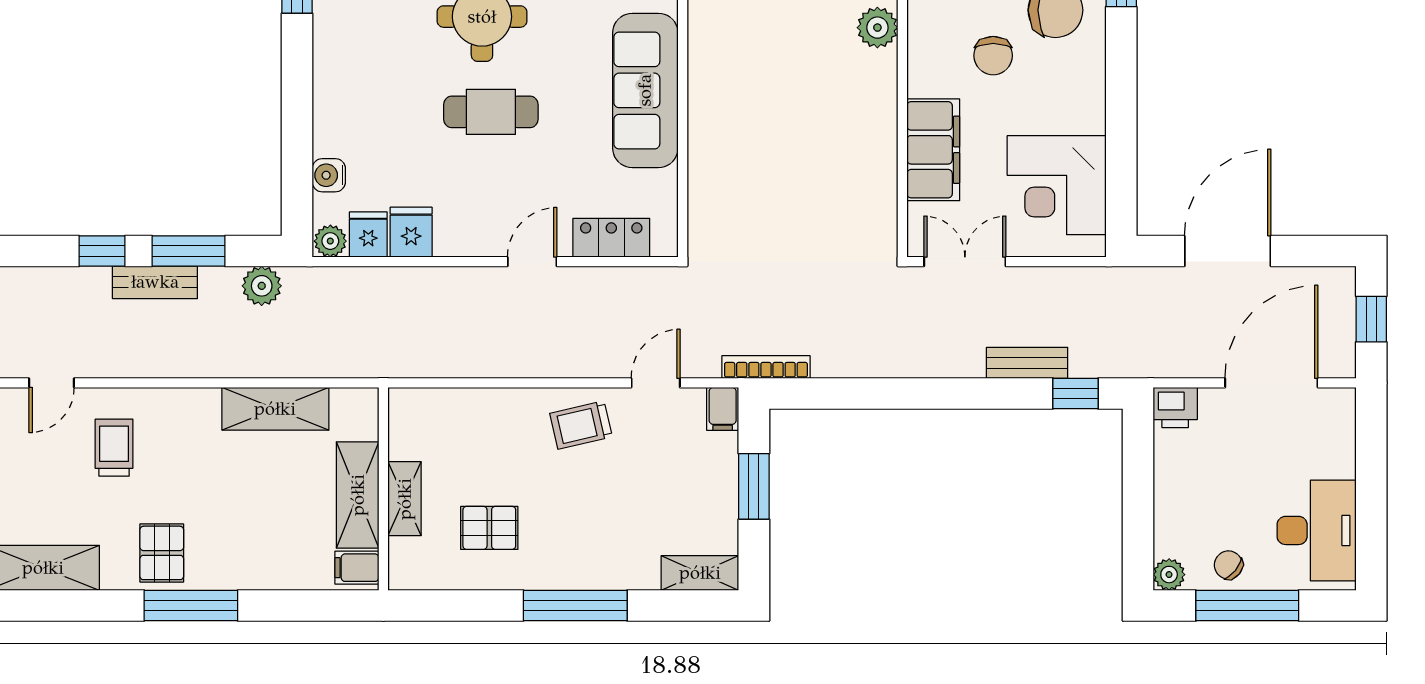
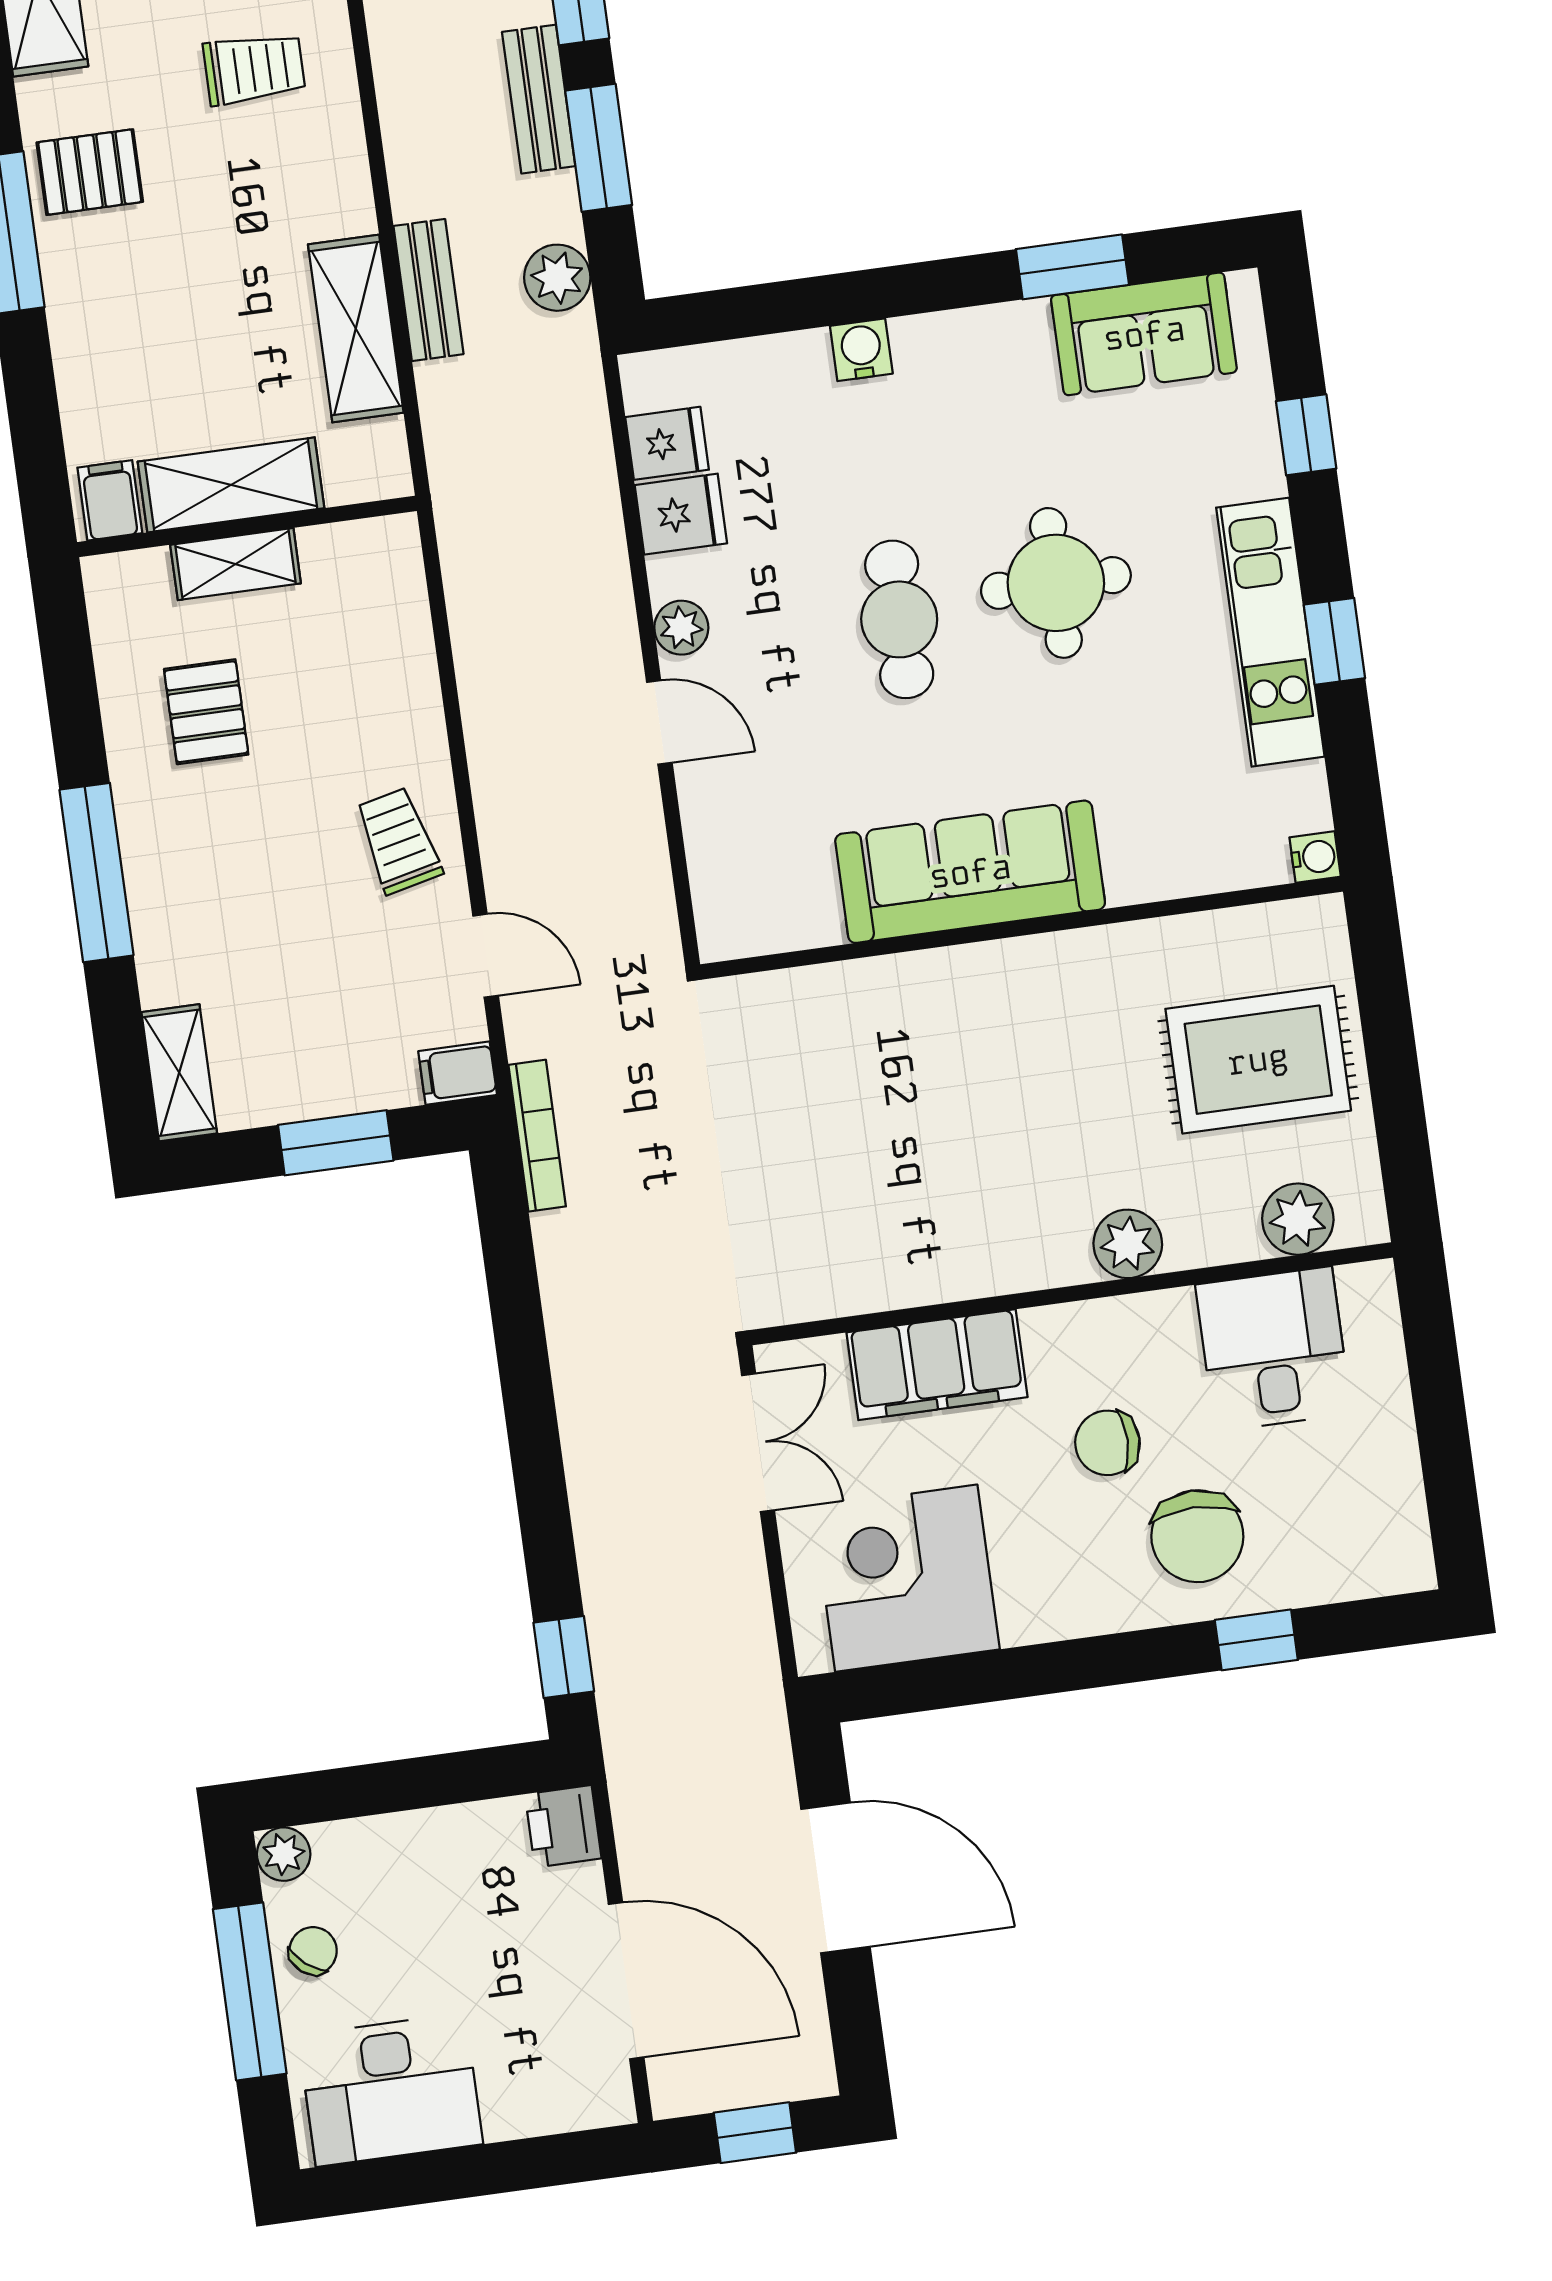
water cooler: (329, 175) -> (861, 350), moved
locker: (611, 238) -> (717, 849), removed
plant: (330, 241) -> (681, 628), moved
bench: (1027, 363) -> (428, 290), moved

